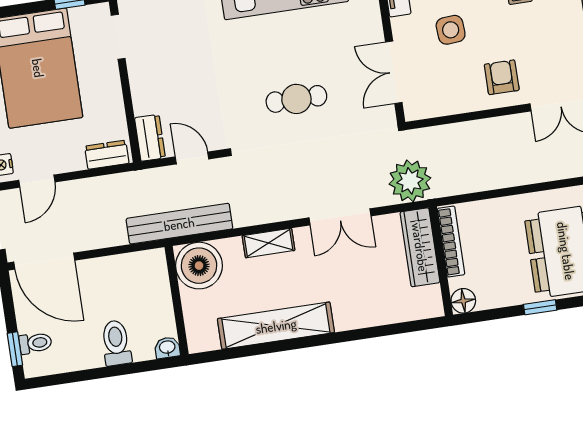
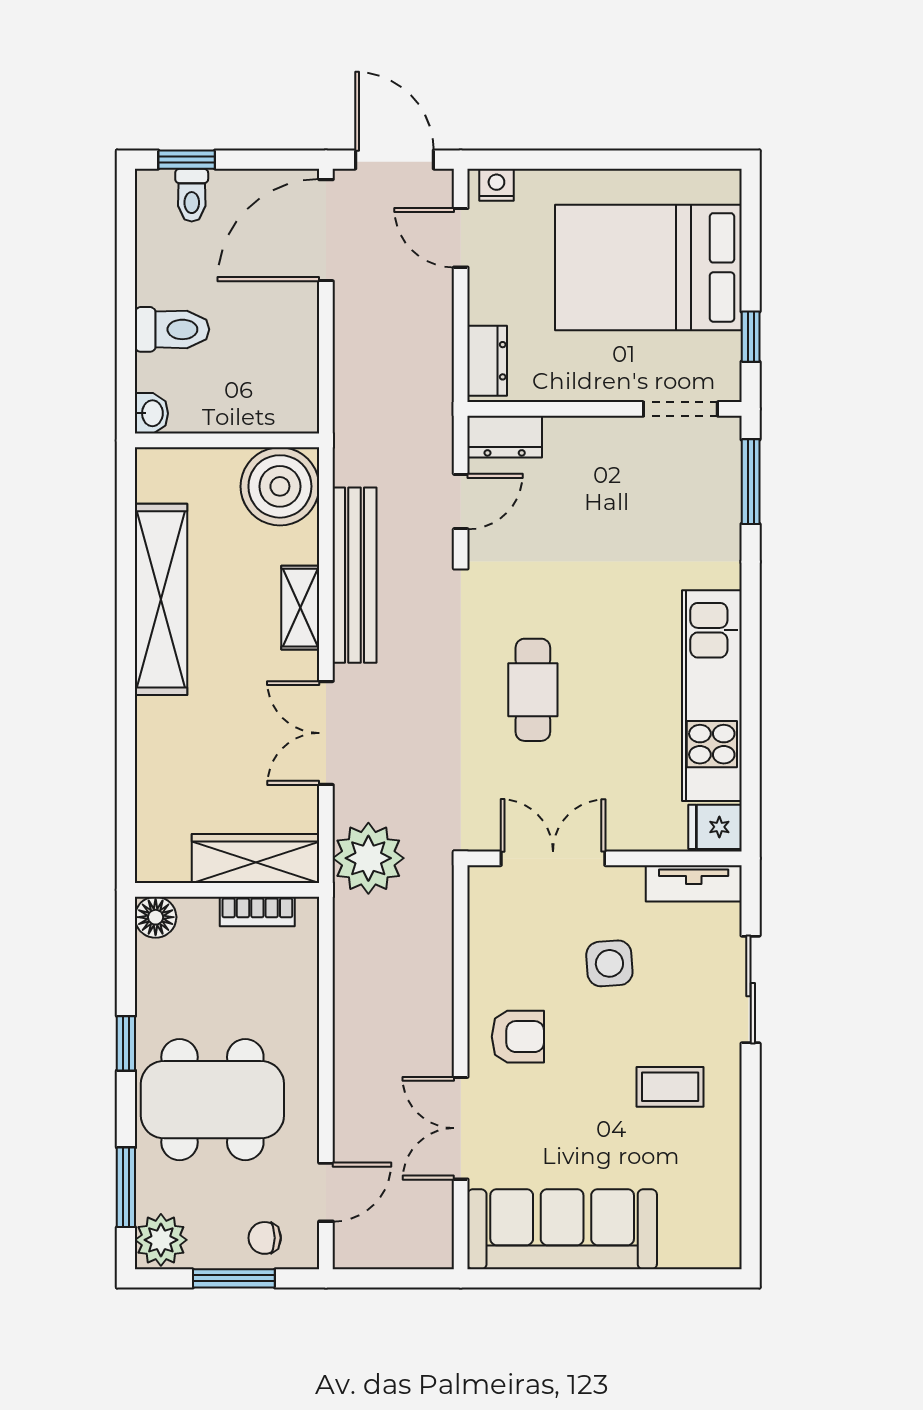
bench: (179, 224) -> (354, 575), moved
bookcase: (451, 242) -> (257, 911), width x0.64

